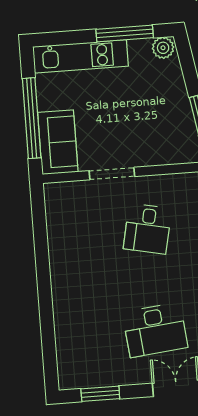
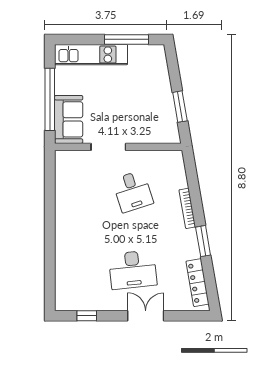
plant: (163, 48) -> (155, 53), removed
desk: (148, 229) -> (133, 191), turned -30
window: (100, 394) -> (87, 316), width x0.67

